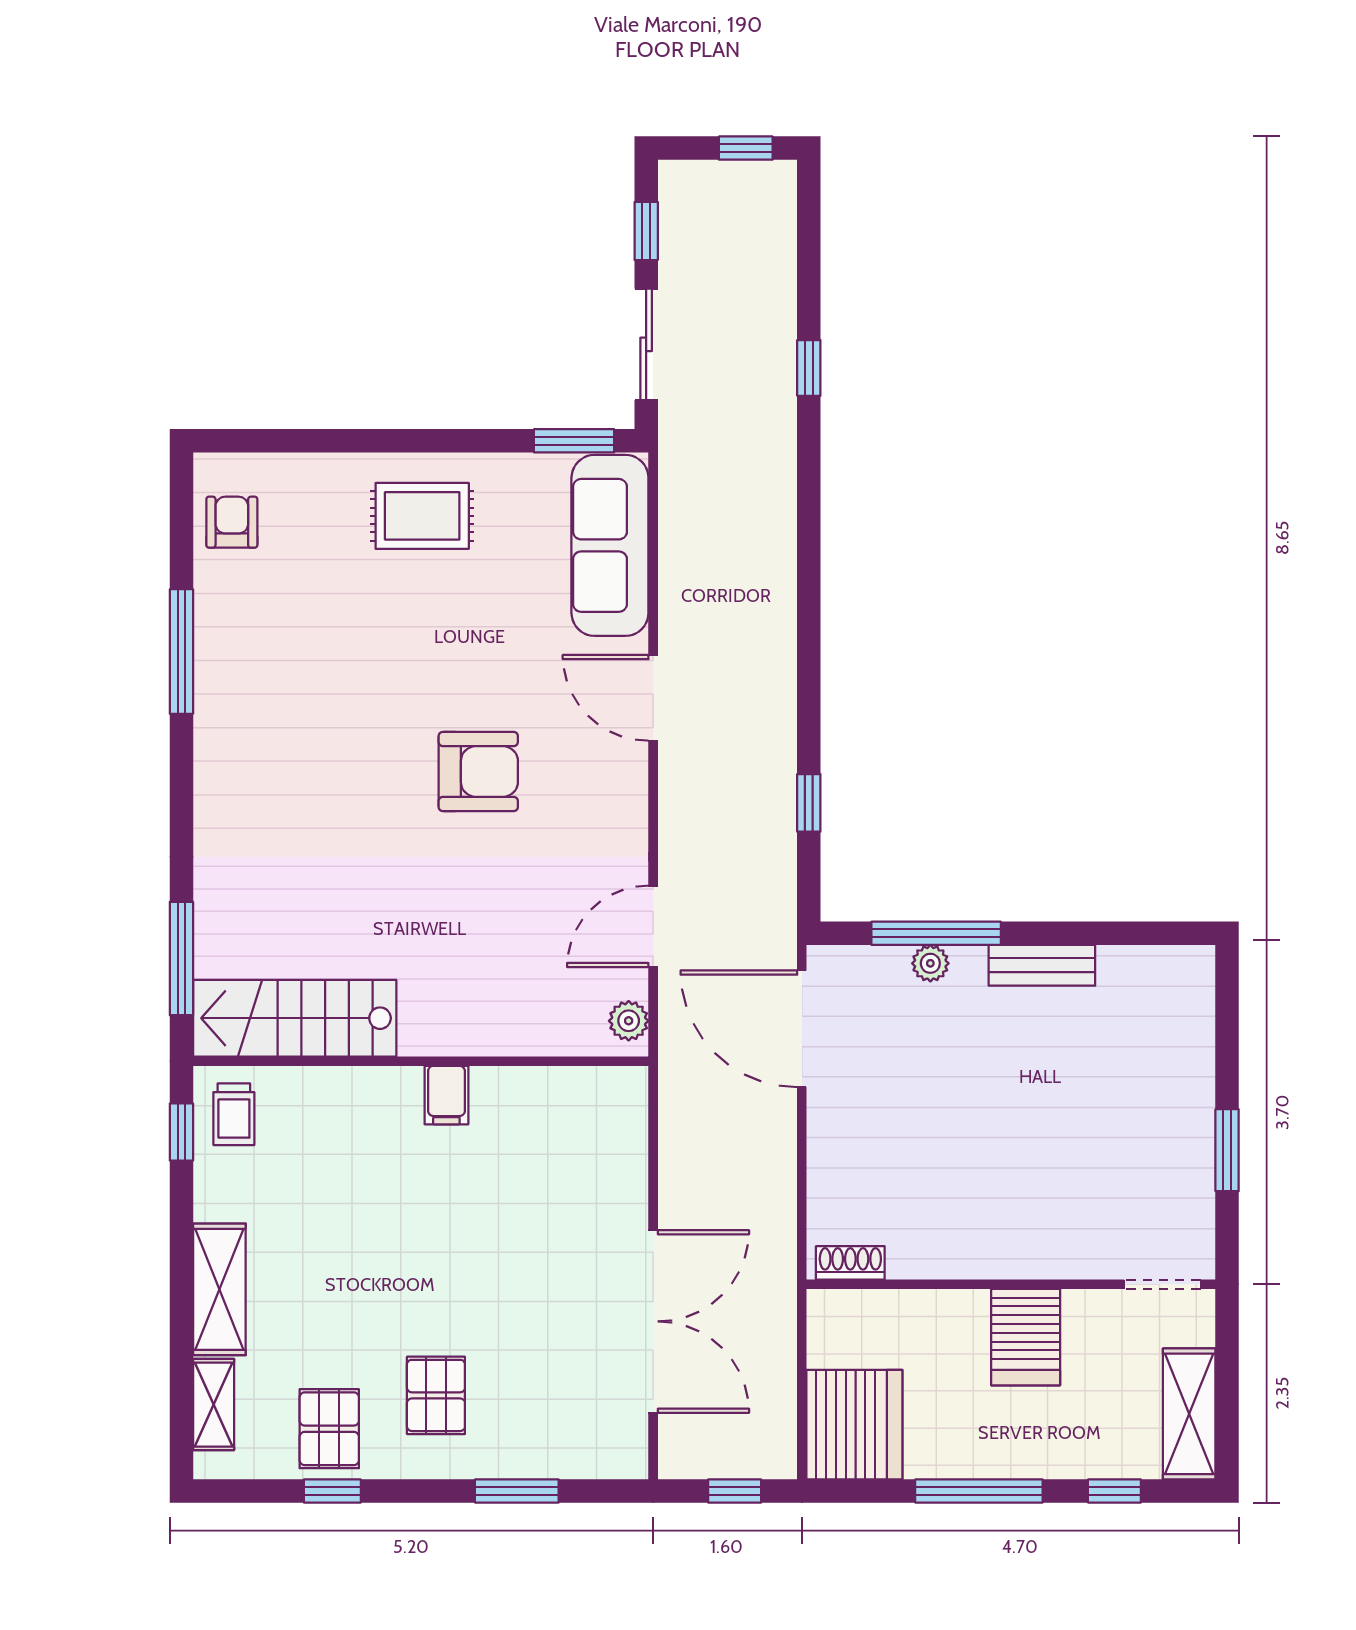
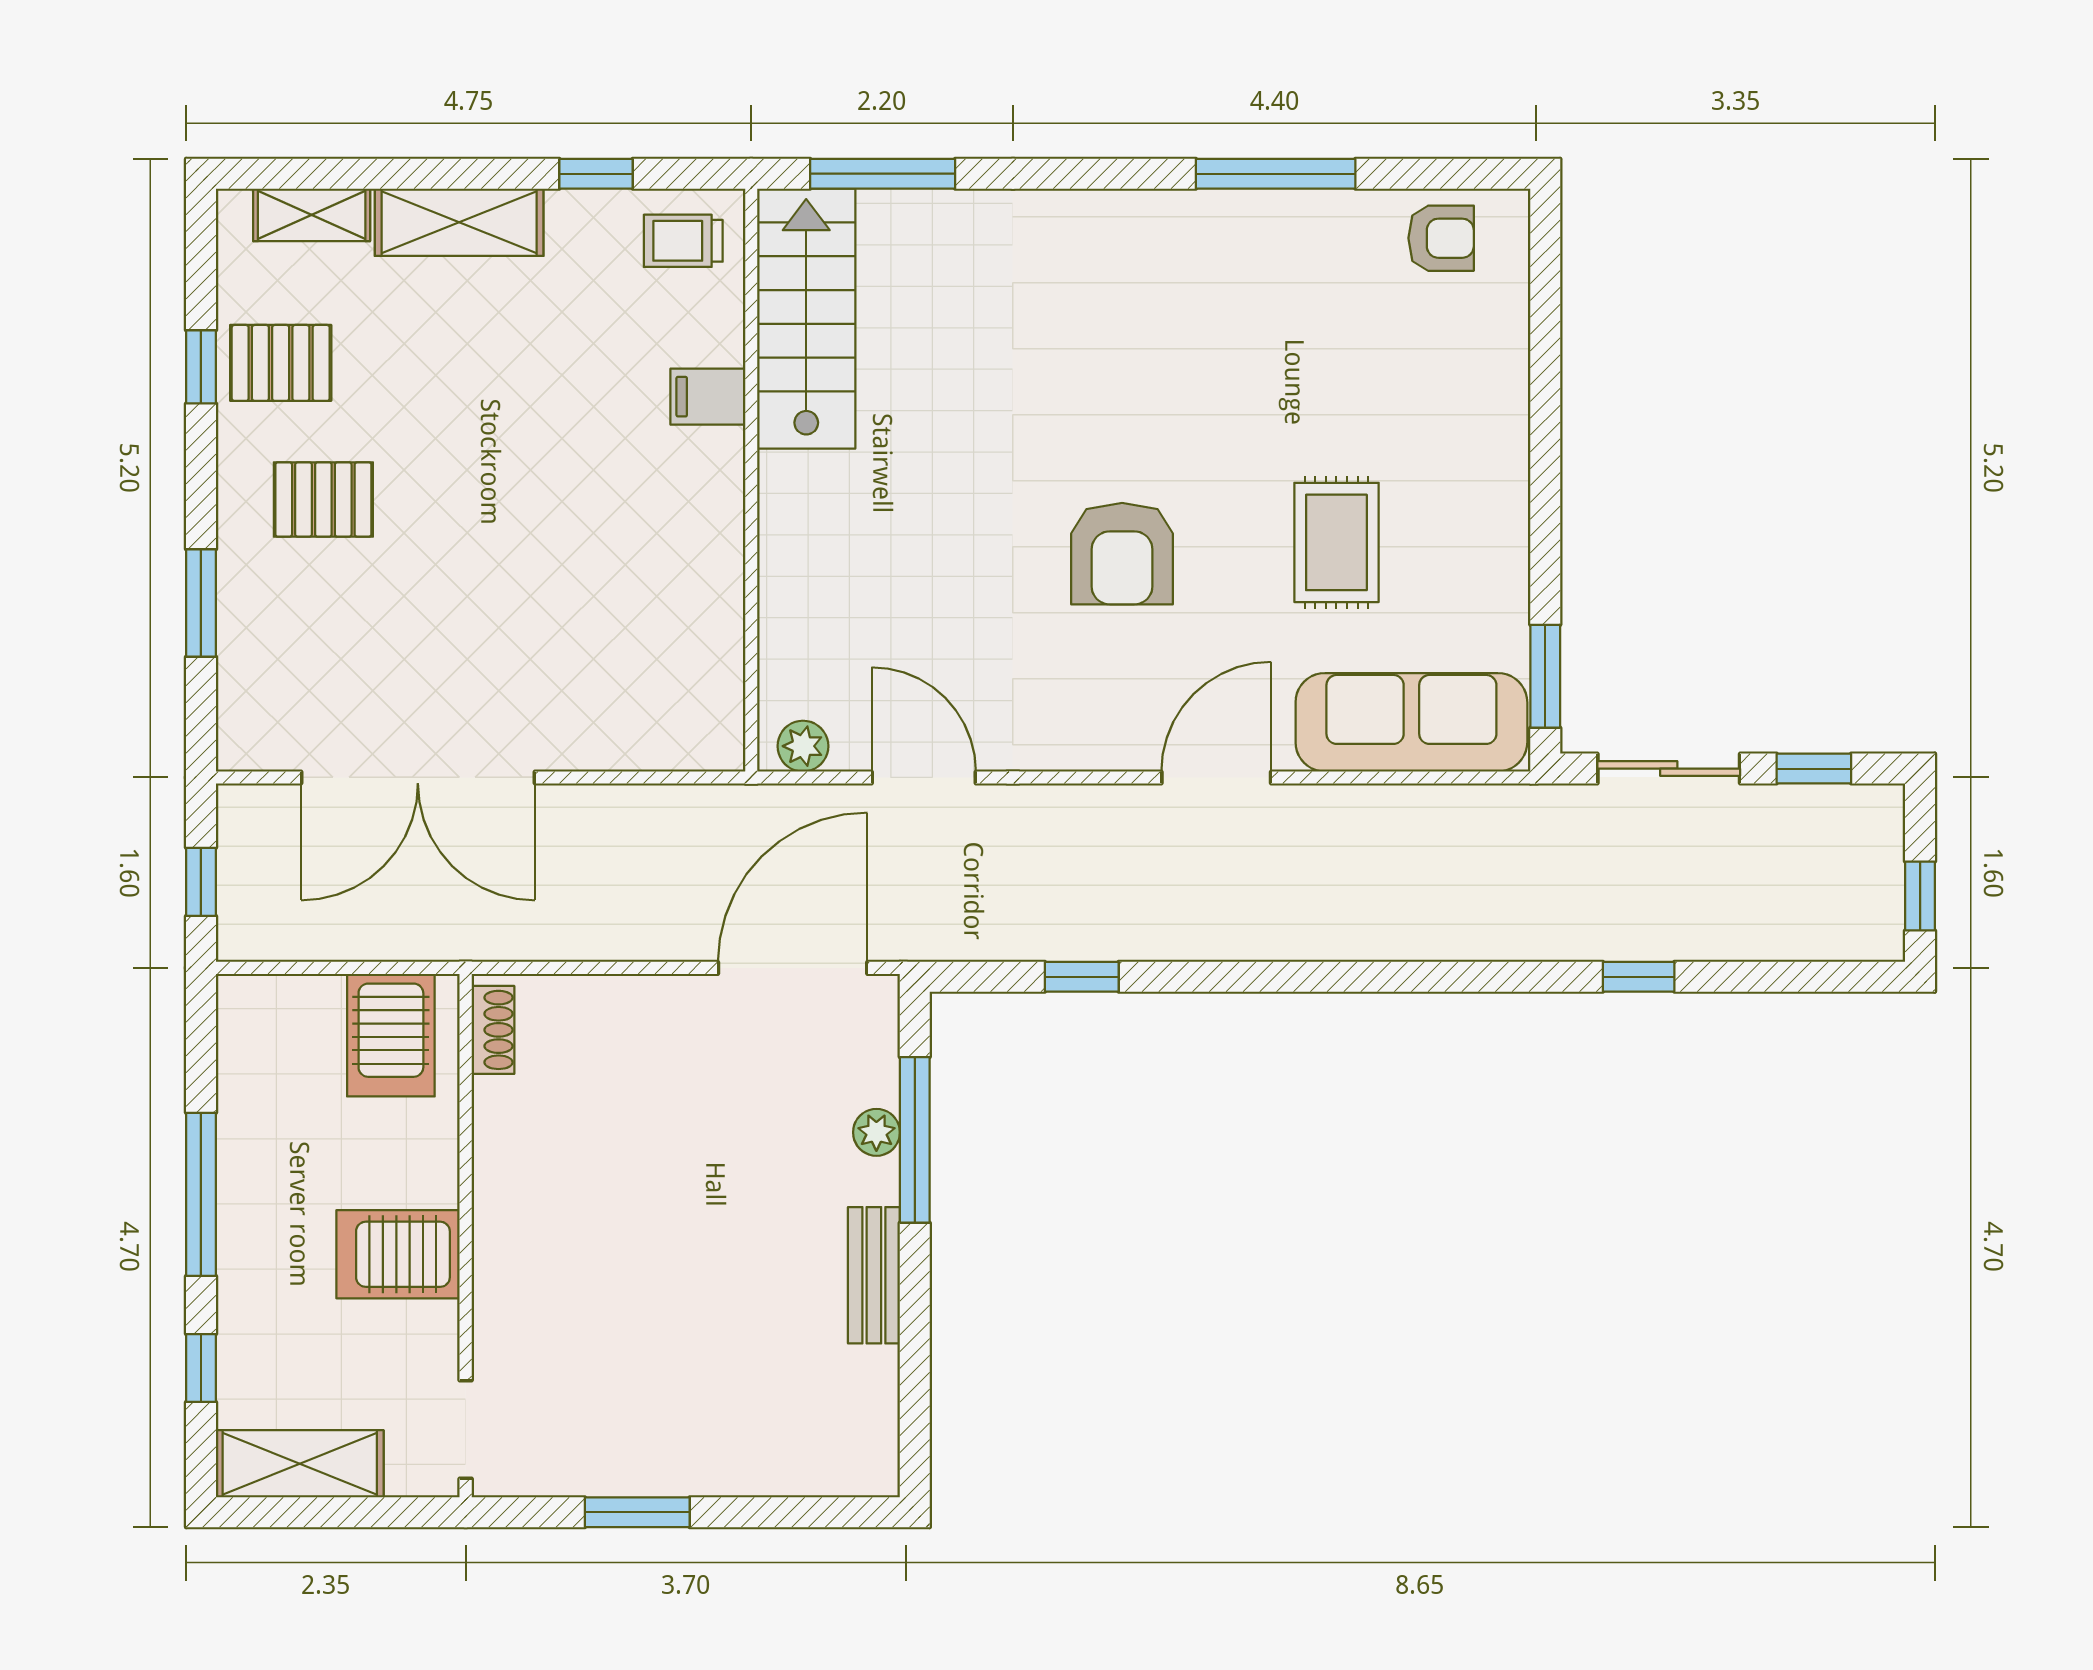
rug: (422, 516) -> (1336, 542), moved
filing cabinet: (446, 1095) -> (708, 397), moved
window: (181, 1132) -> (596, 174), moved
server rack: (854, 1425) -> (391, 1035), moved, width x0.62

